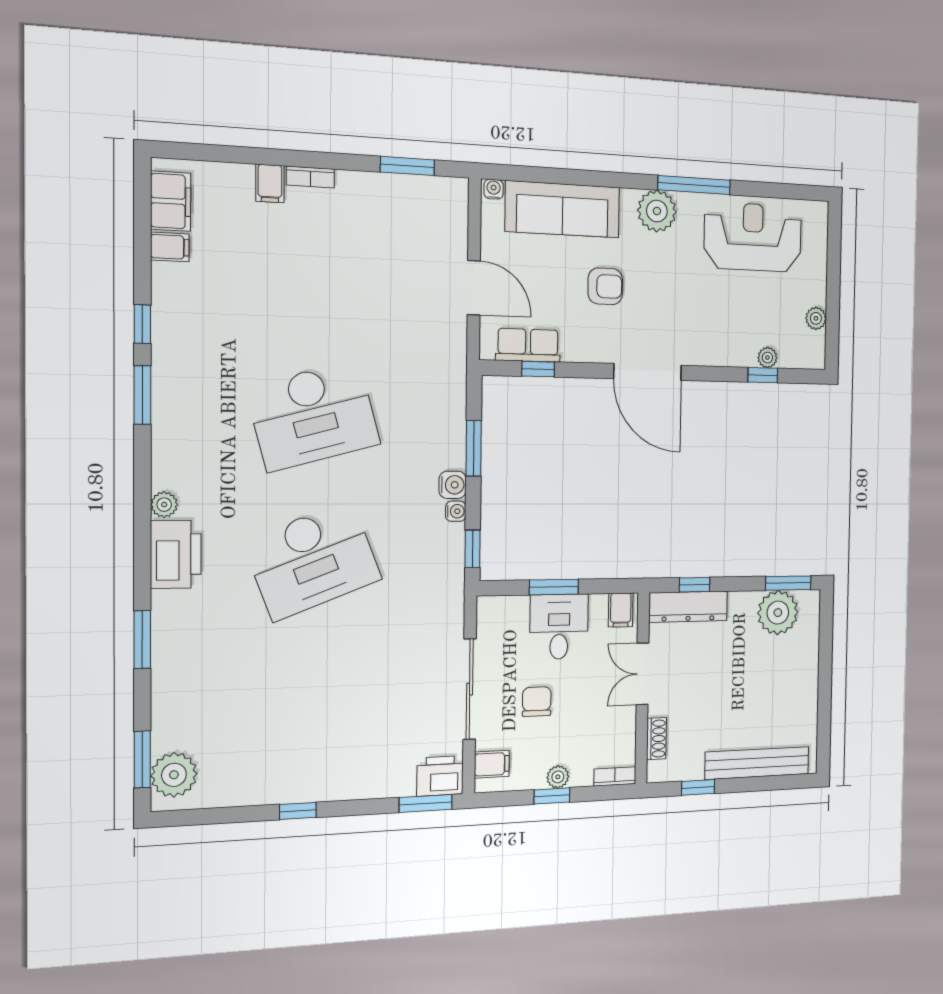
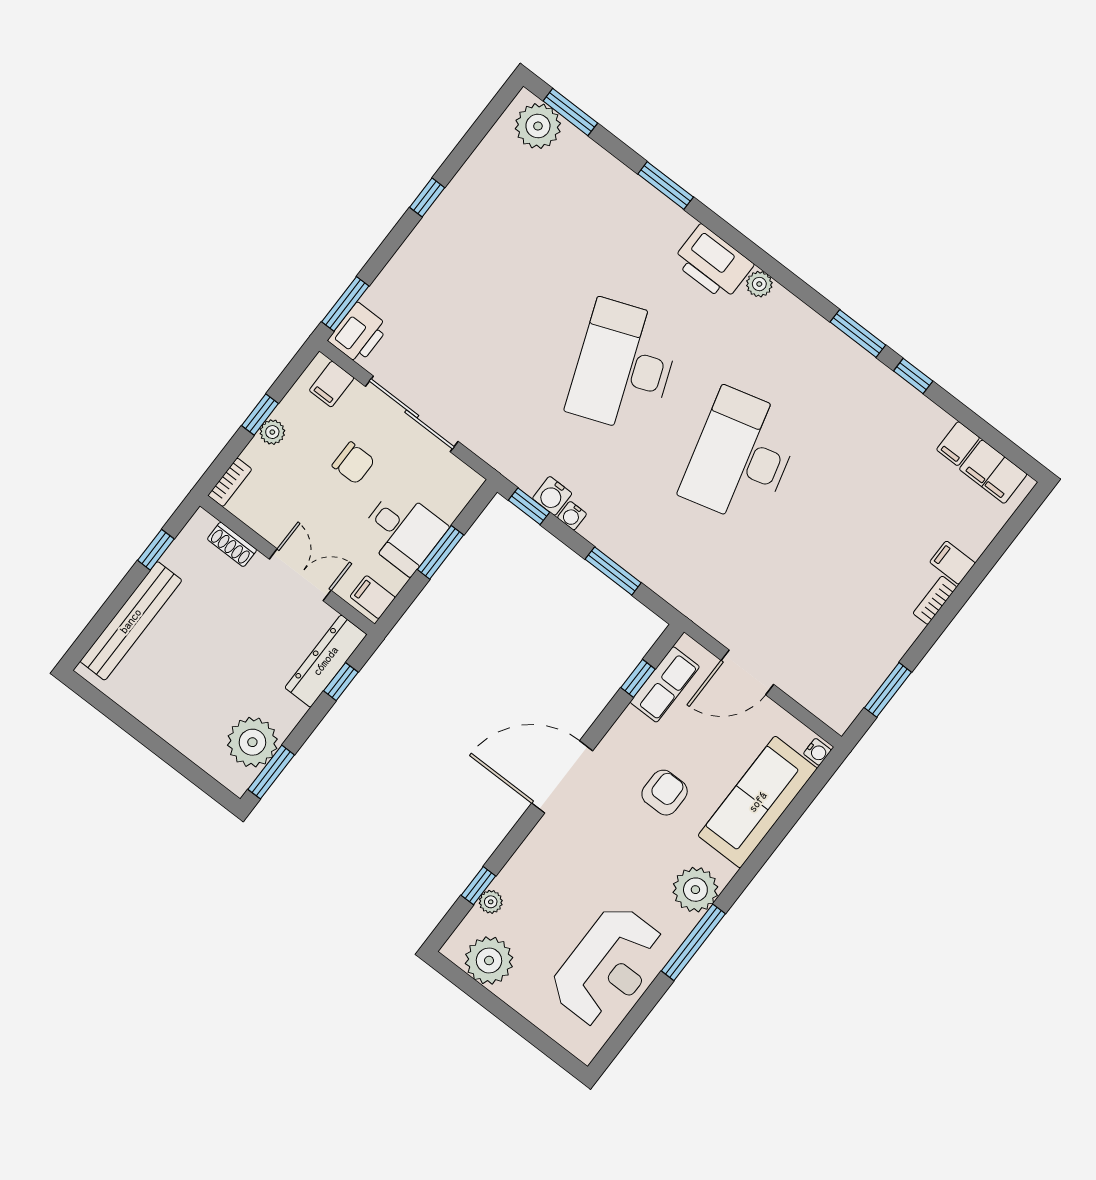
armchair: (605, 286) -> (665, 793), turned 180
plant: (816, 318) -> (489, 960), width x1.87, depth x1.87
water cooler: (453, 485) -> (552, 496), moved

